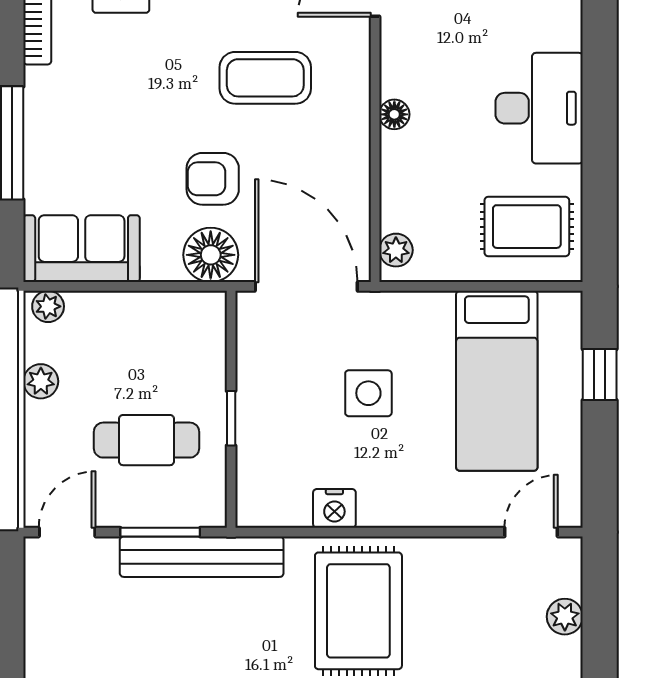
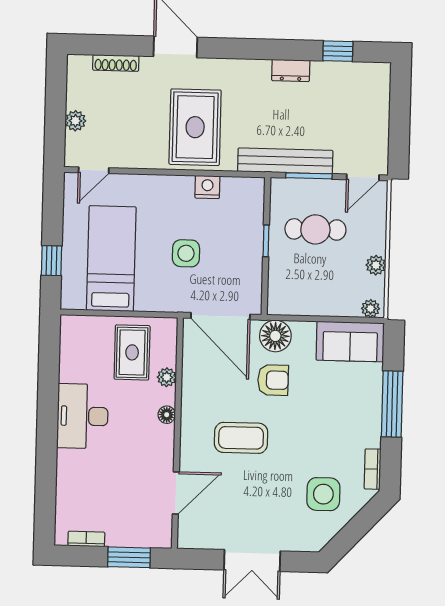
rug: (527, 227) -> (132, 352), moved, turned 90
plant: (396, 250) -> (167, 377), moved

